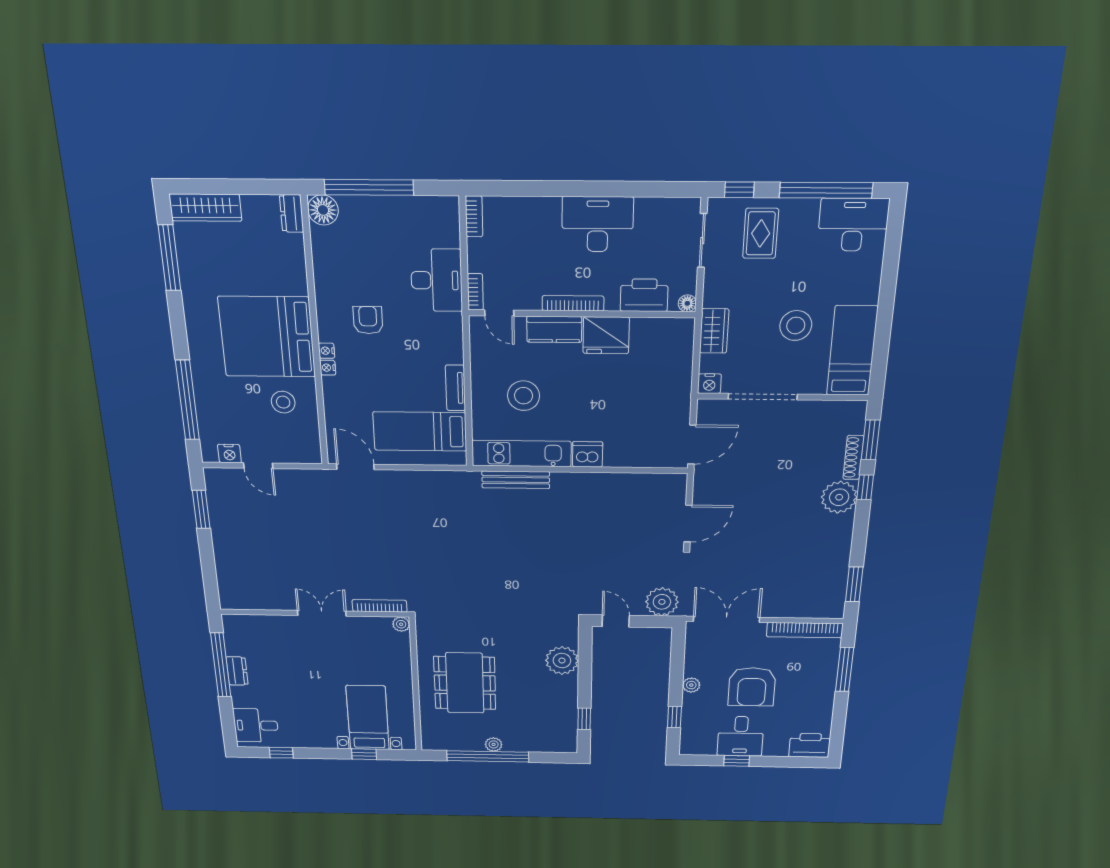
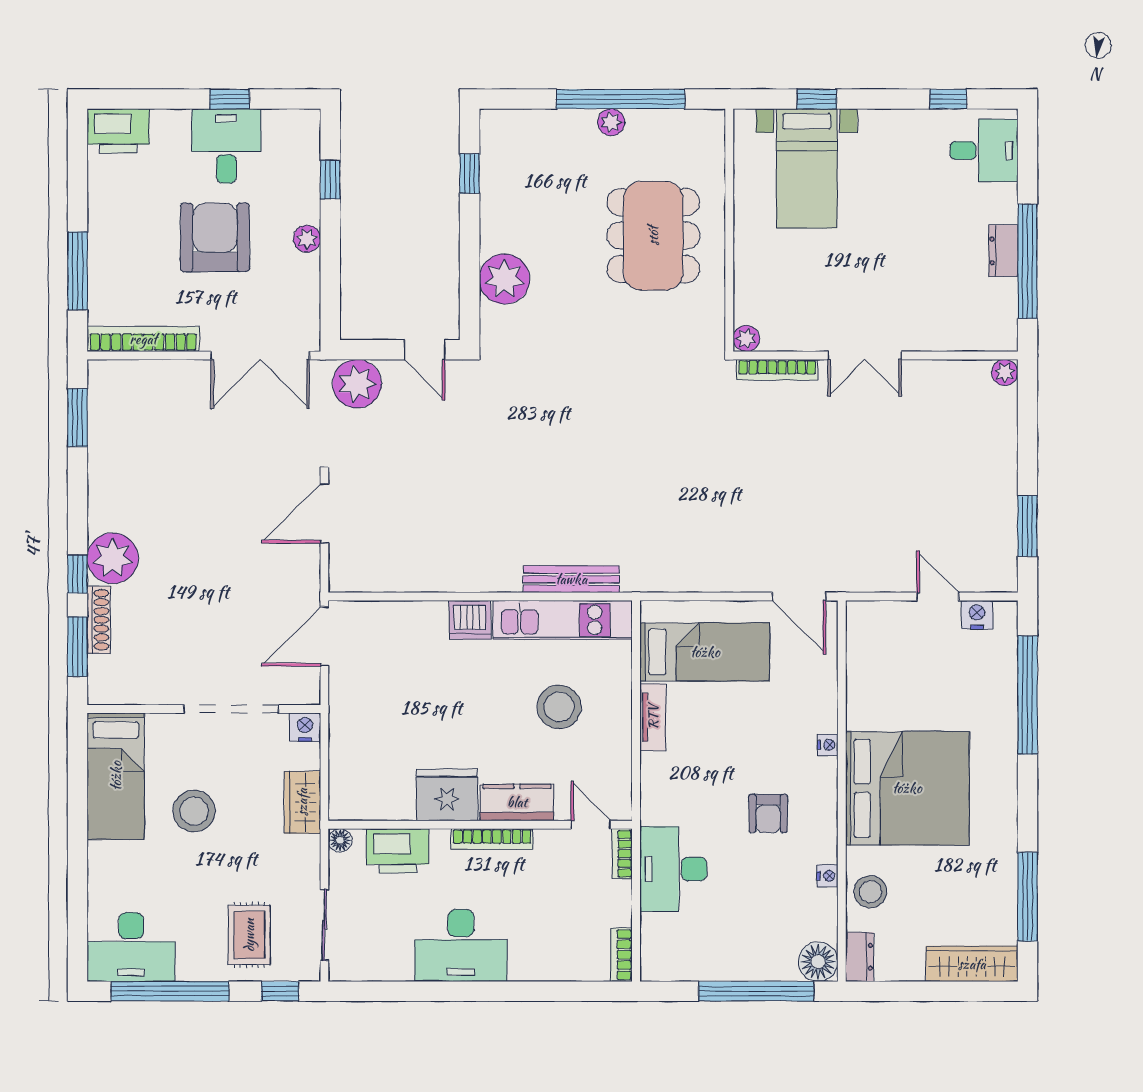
nightstand: (327, 351) -> (827, 876), moved
stool: (283, 402) -> (870, 892), moved
plant: (228, 602) -> (1005, 372), added

